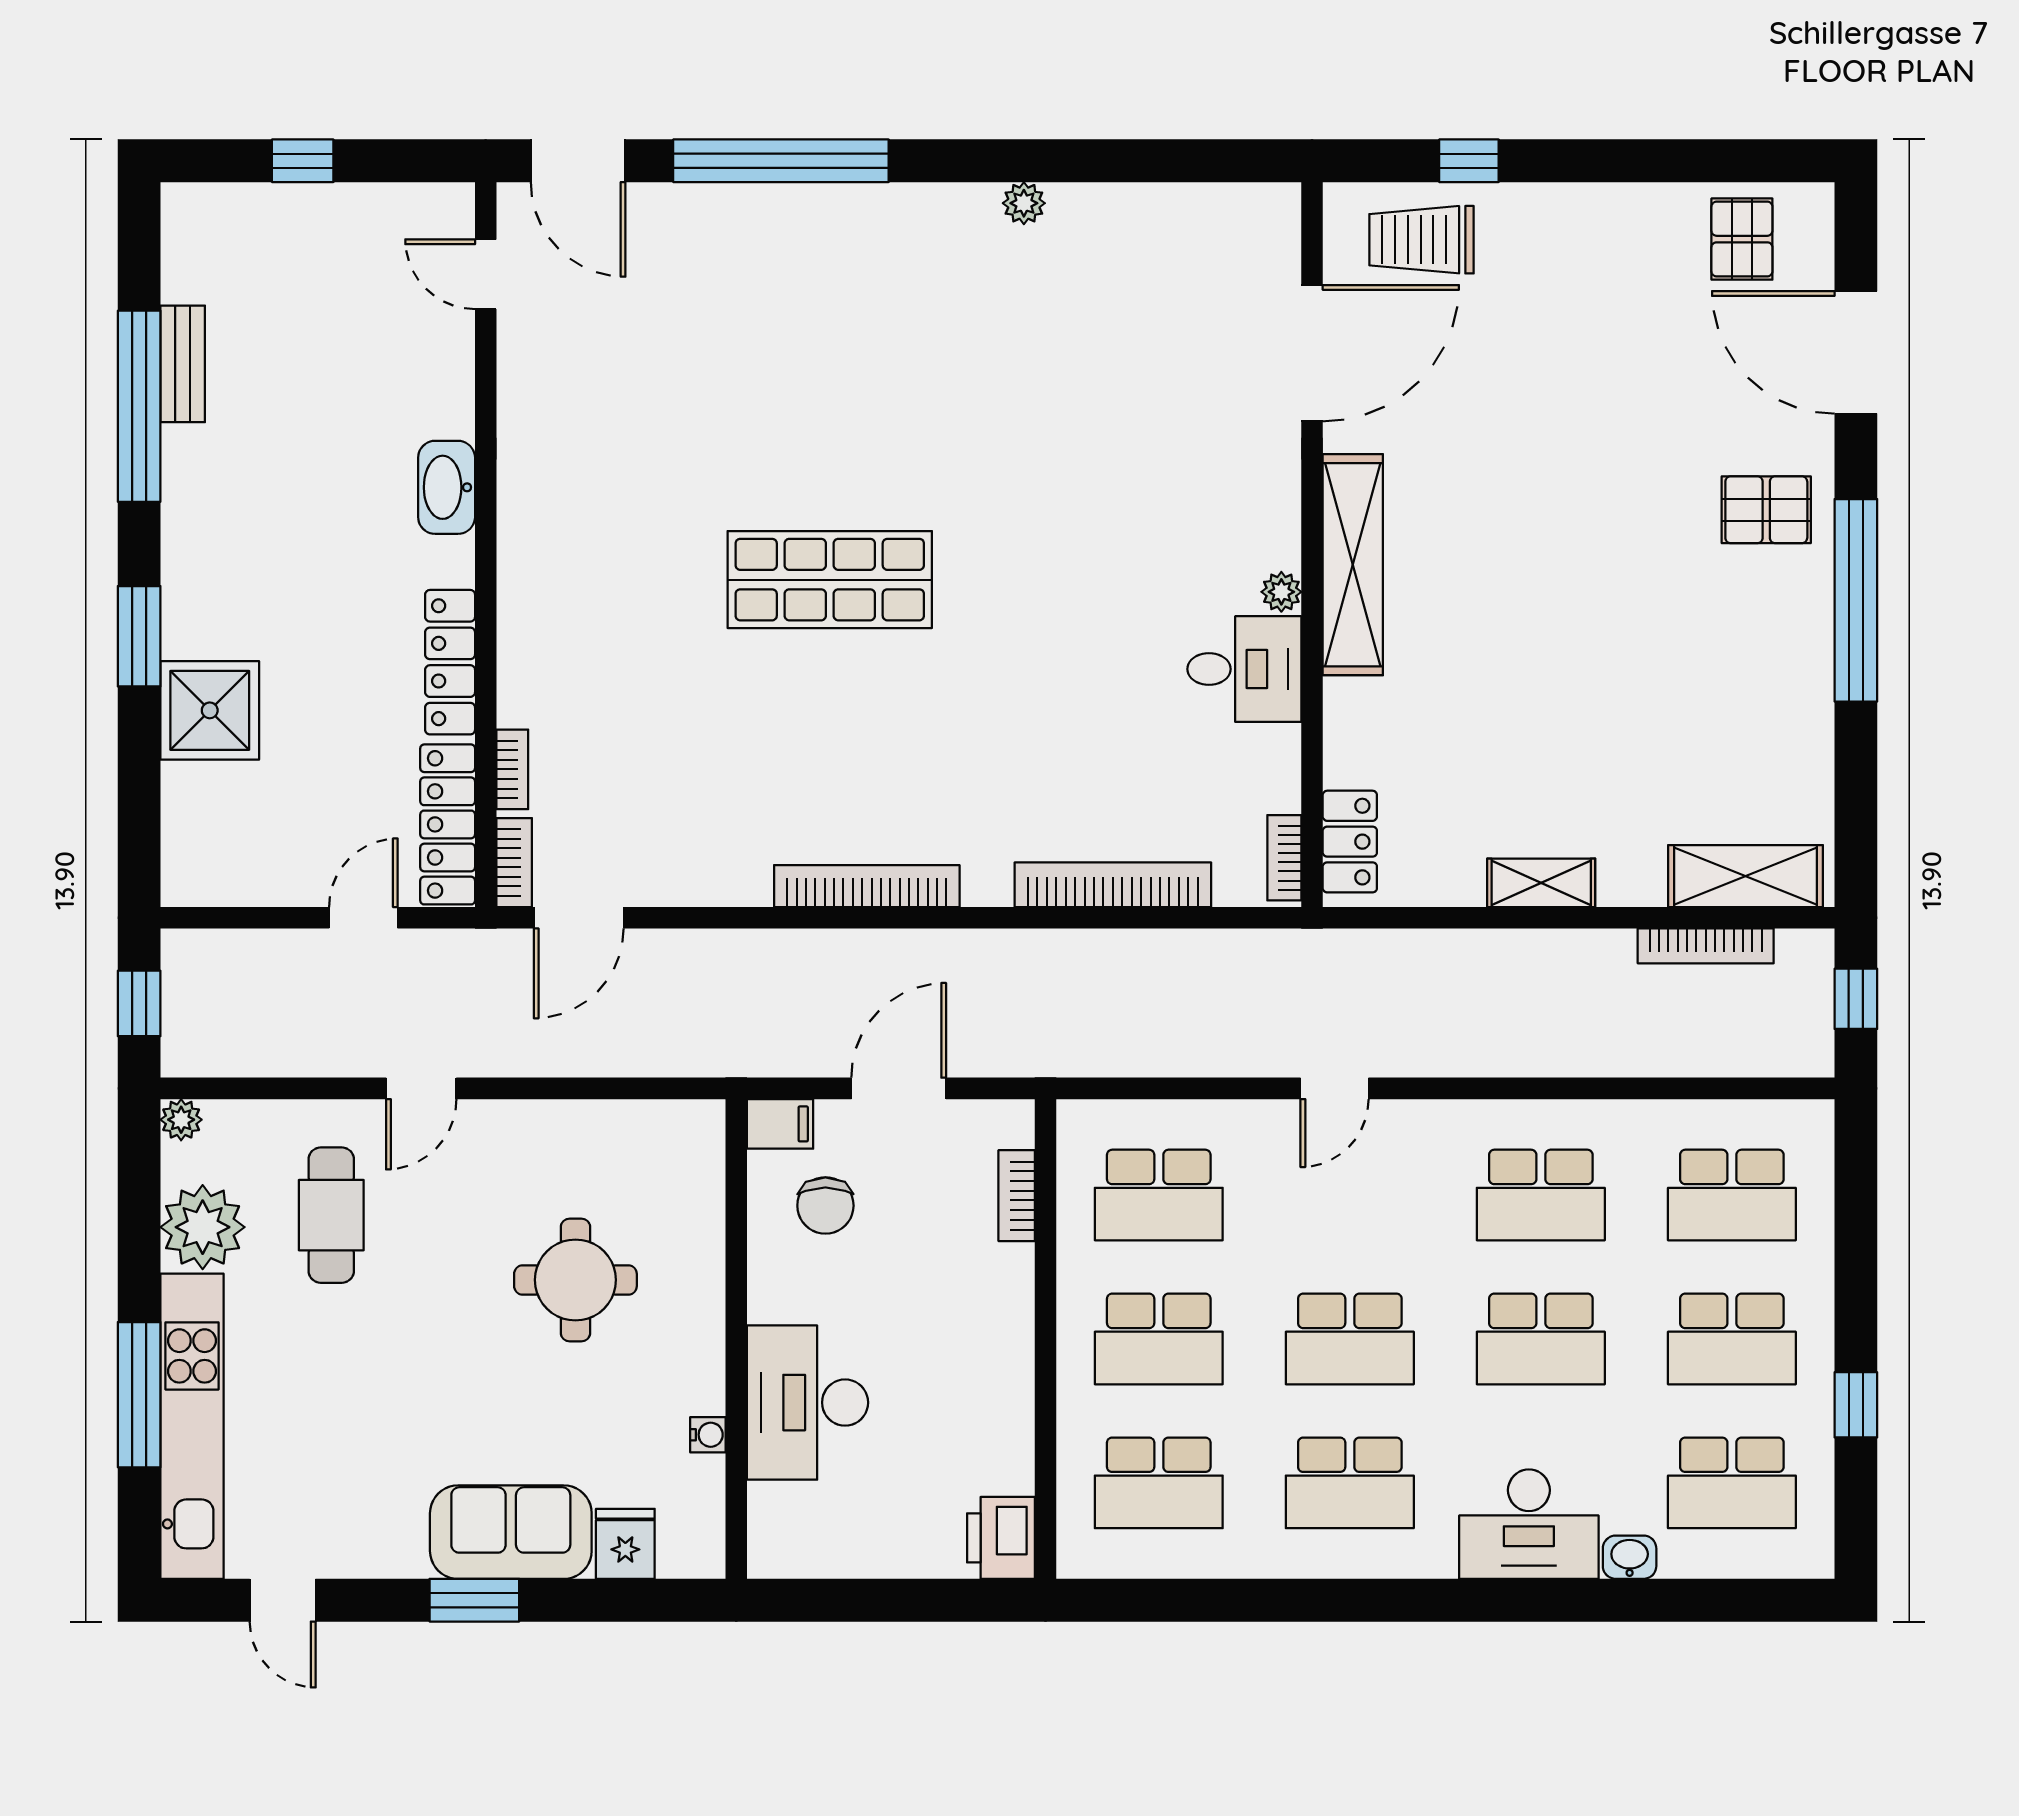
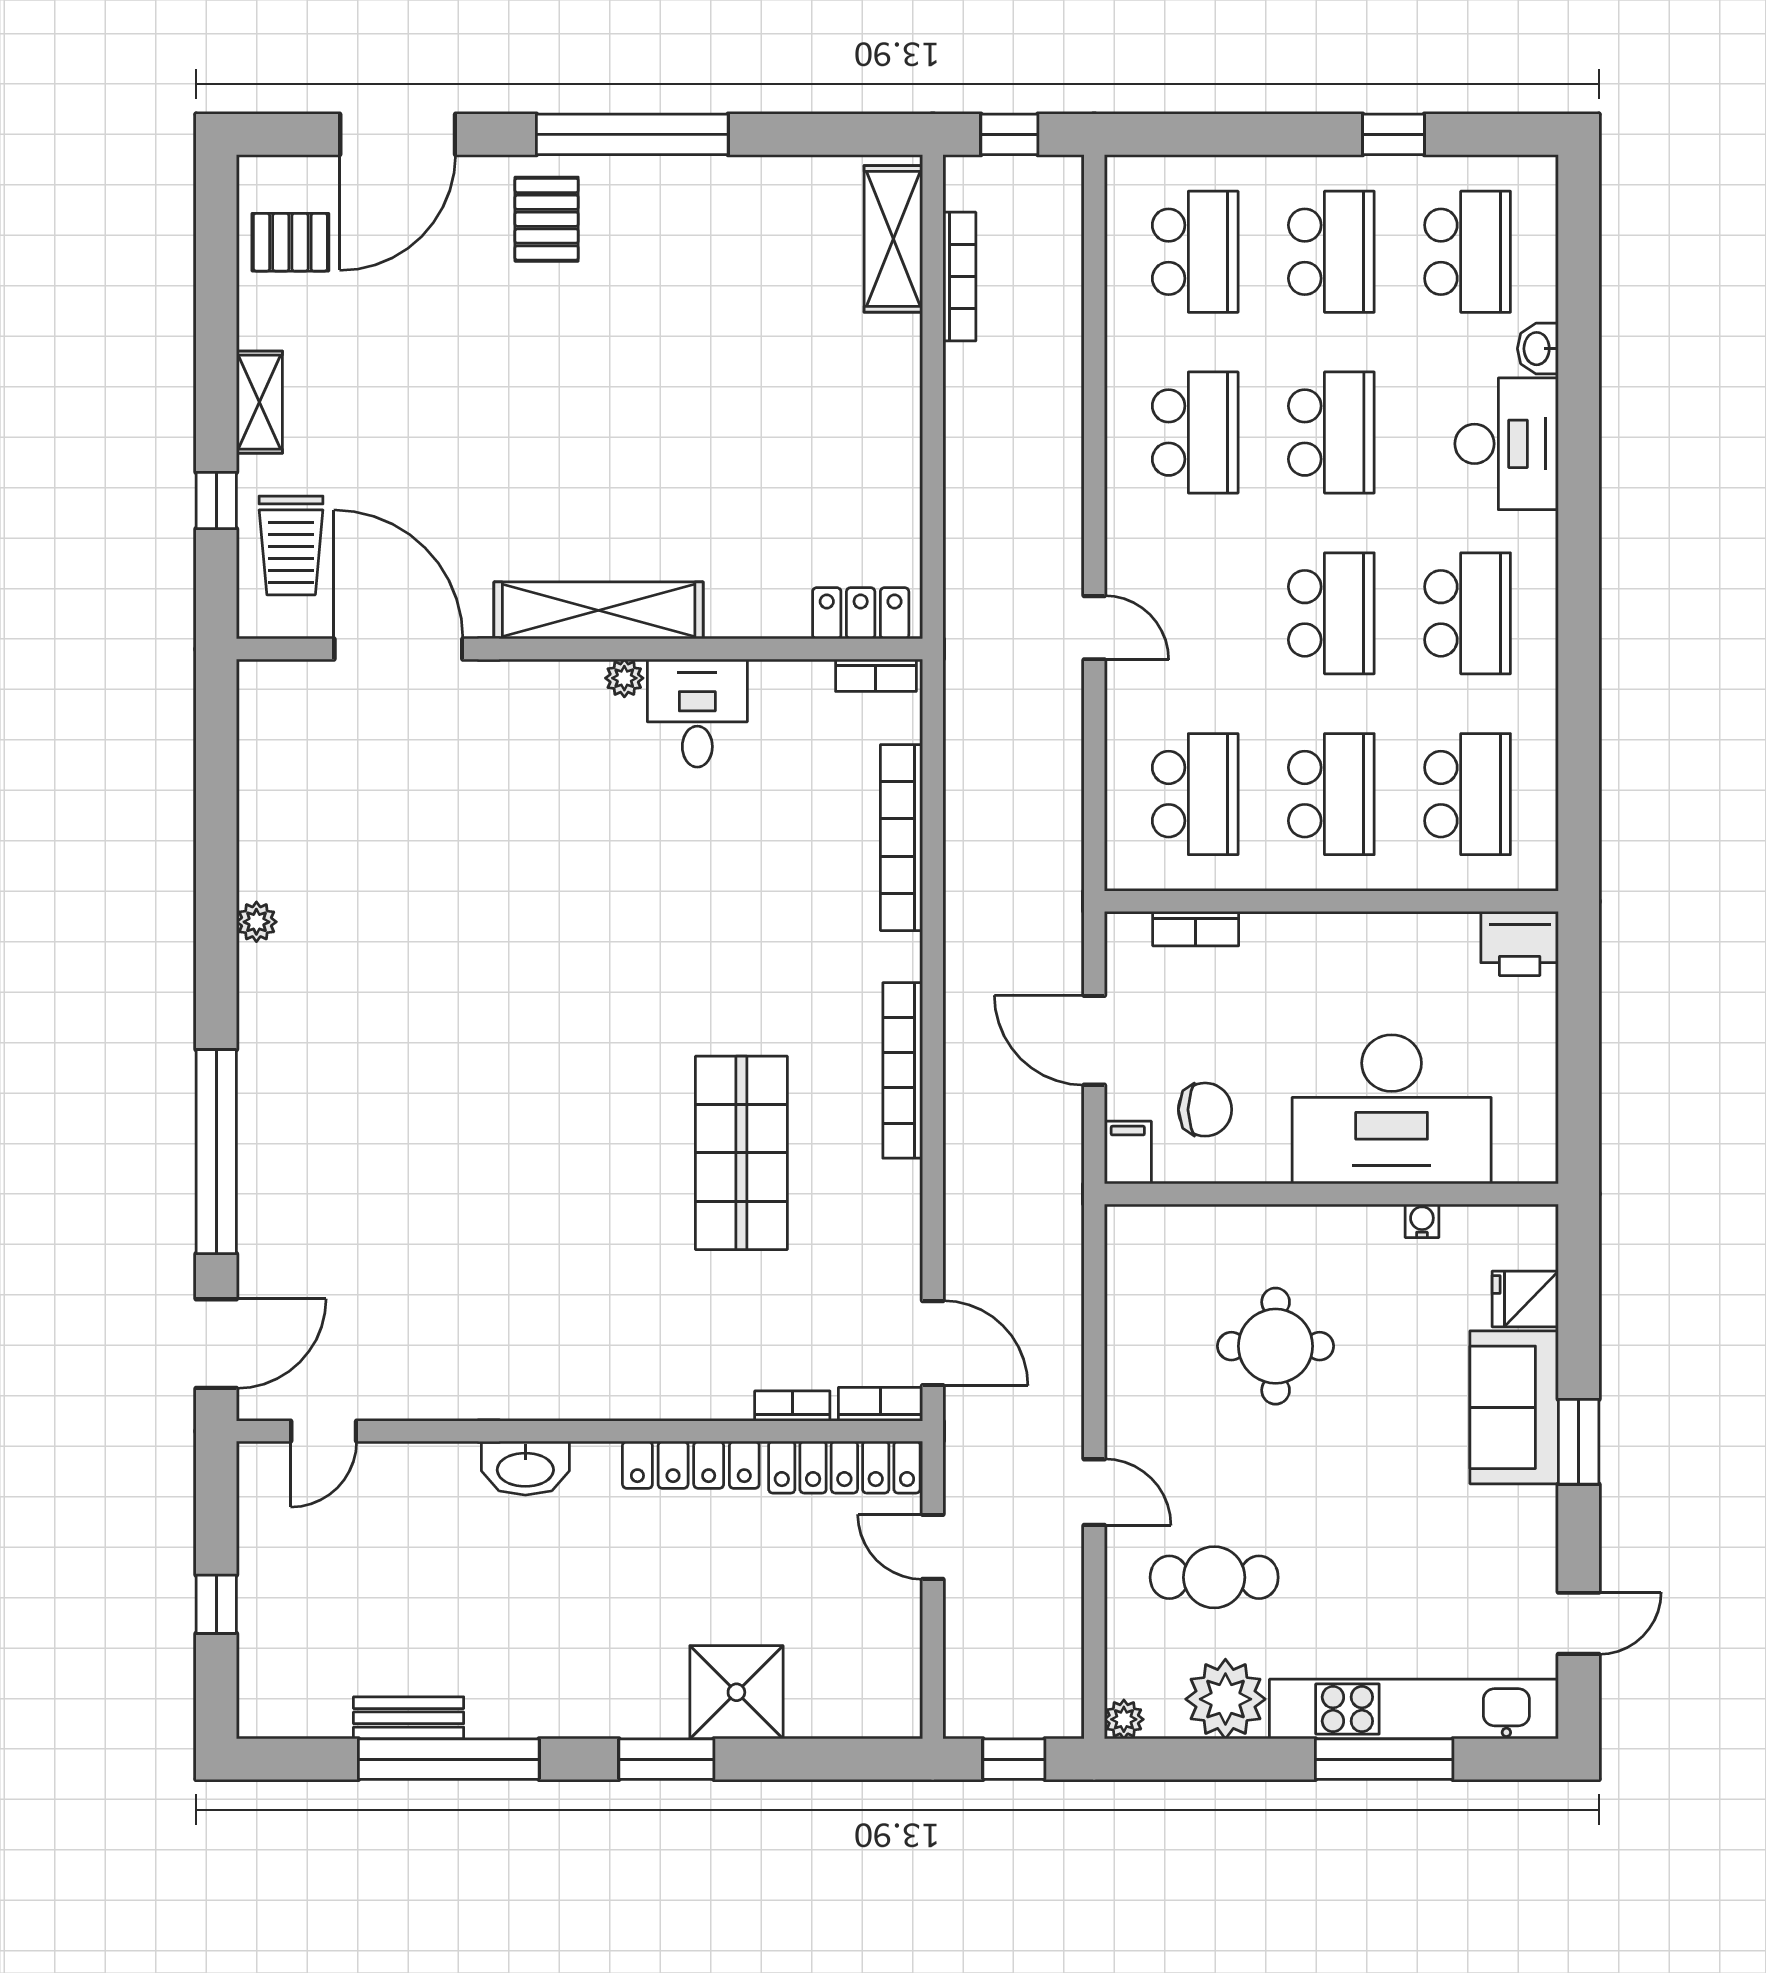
shop shelf: (830, 580) -> (741, 1153), moved
shelving: (1541, 883) -> (259, 402), moved
desk: (807, 1403) -> (1392, 1109), width x1.36, depth x1.30

